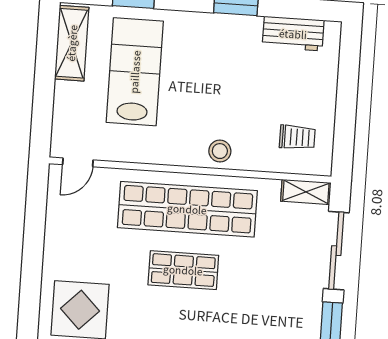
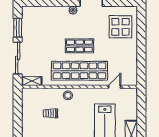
trolley: (297, 137) -> (50, 113), moved
door: (78, 162) -> (115, 87), moved

